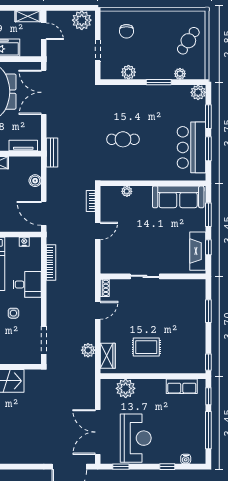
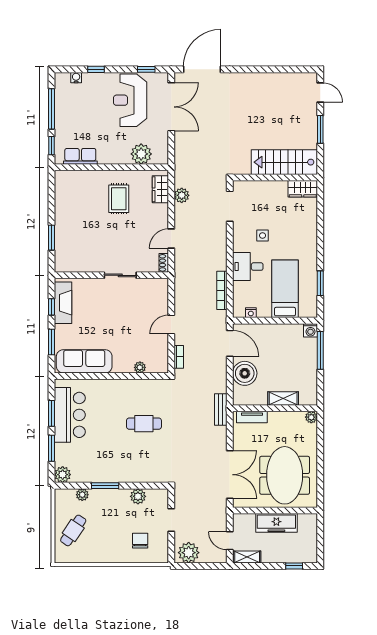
boiler: (35, 181) -> (245, 373), width x1.86, depth x1.86
rug: (146, 347) -> (119, 199), turned 90
window: (208, 362) -> (52, 182), removed

